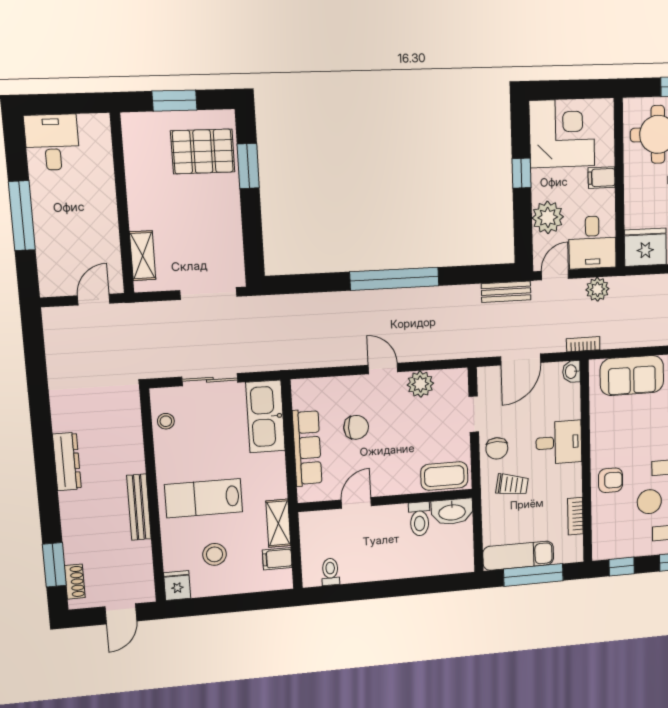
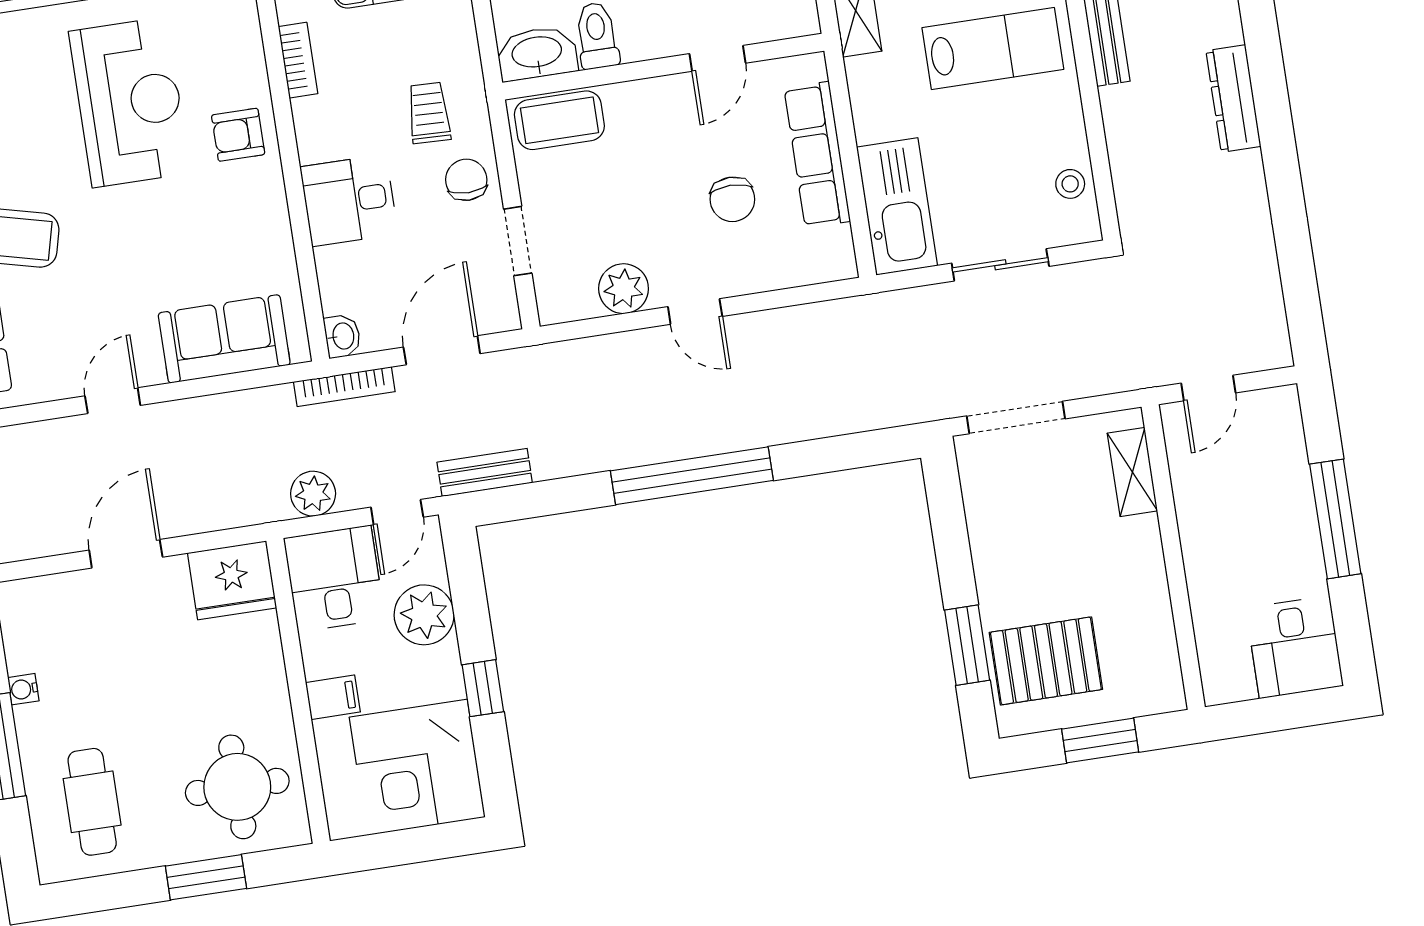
bookcase: (583, 344) -> (344, 387), width x1.56
chair: (356, 427) -> (732, 199), turned -90
trolley: (512, 485) -> (429, 113), turned 82

